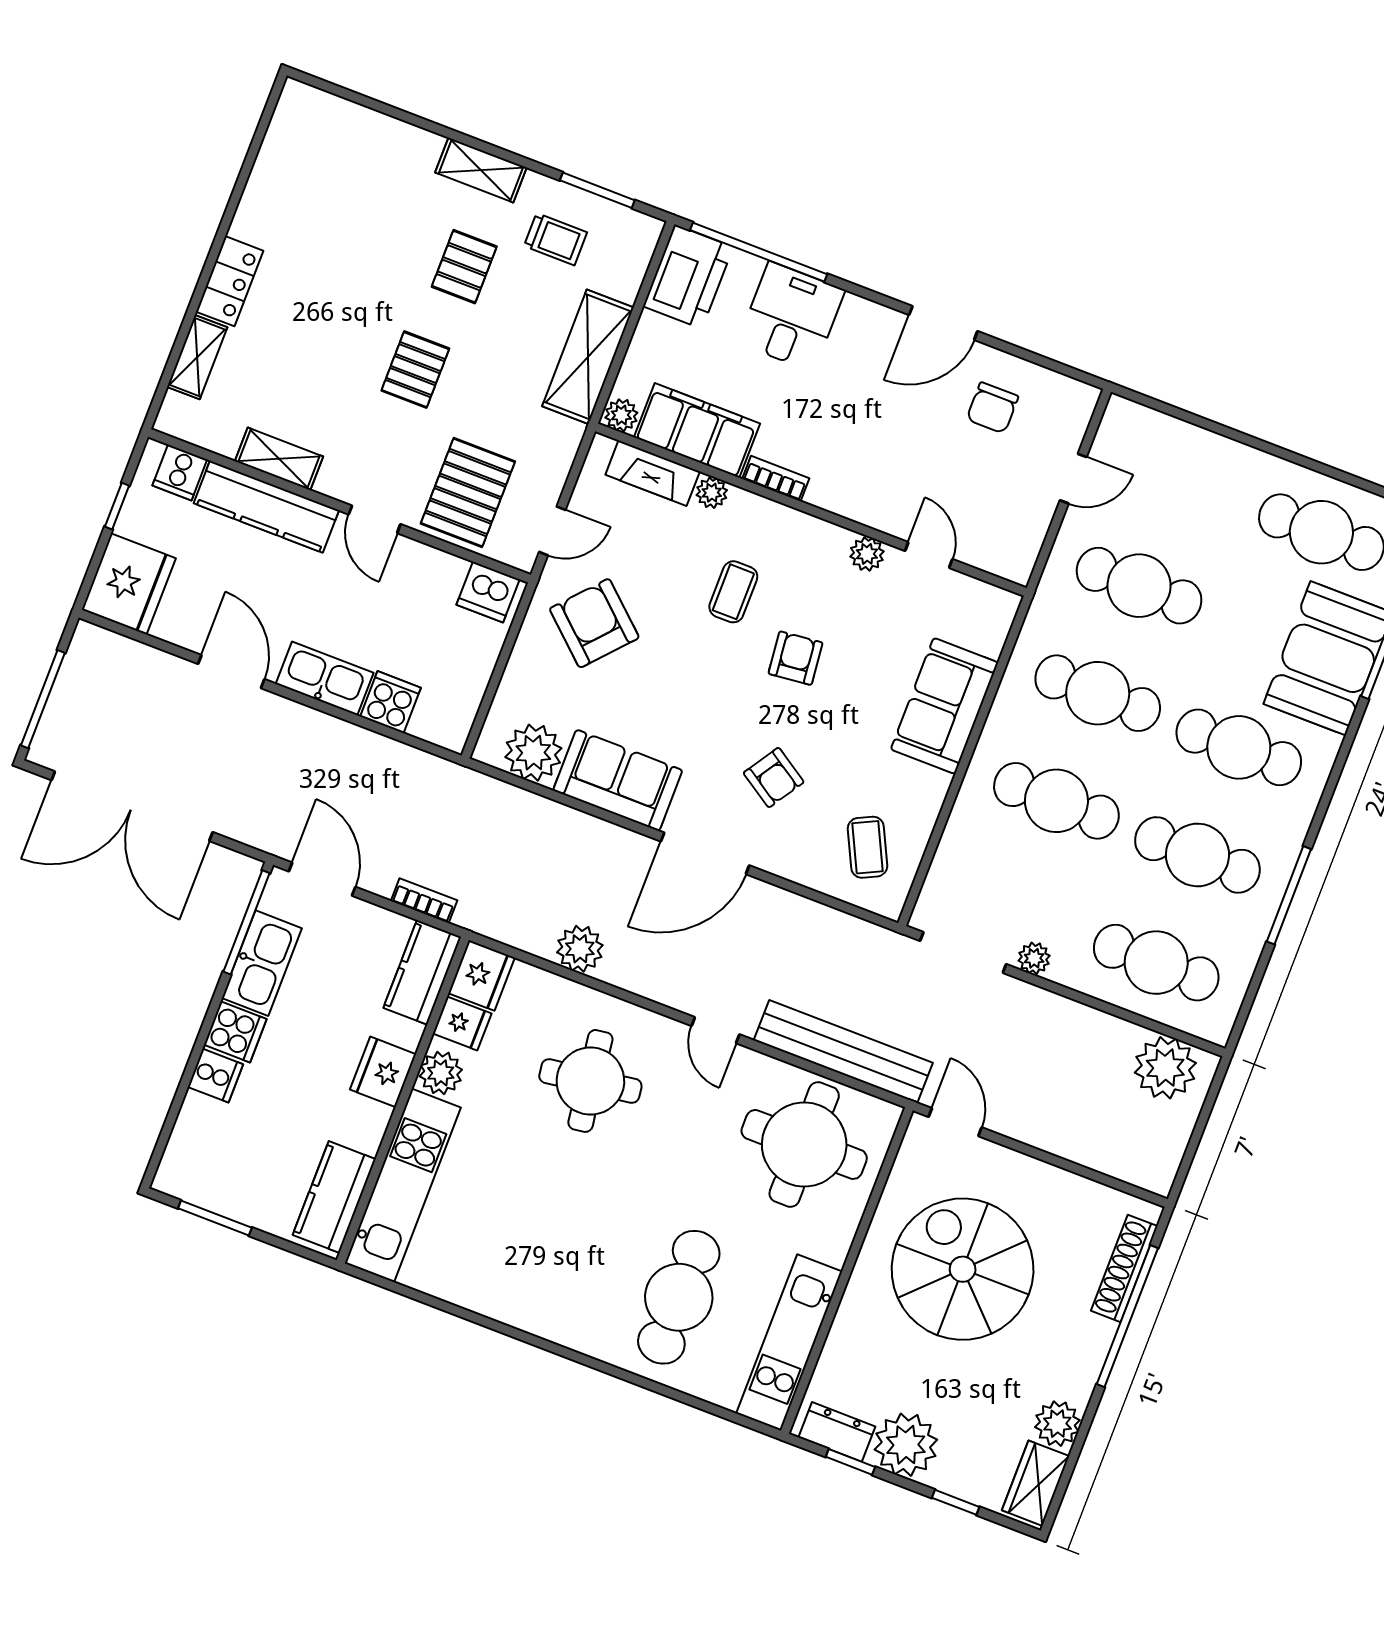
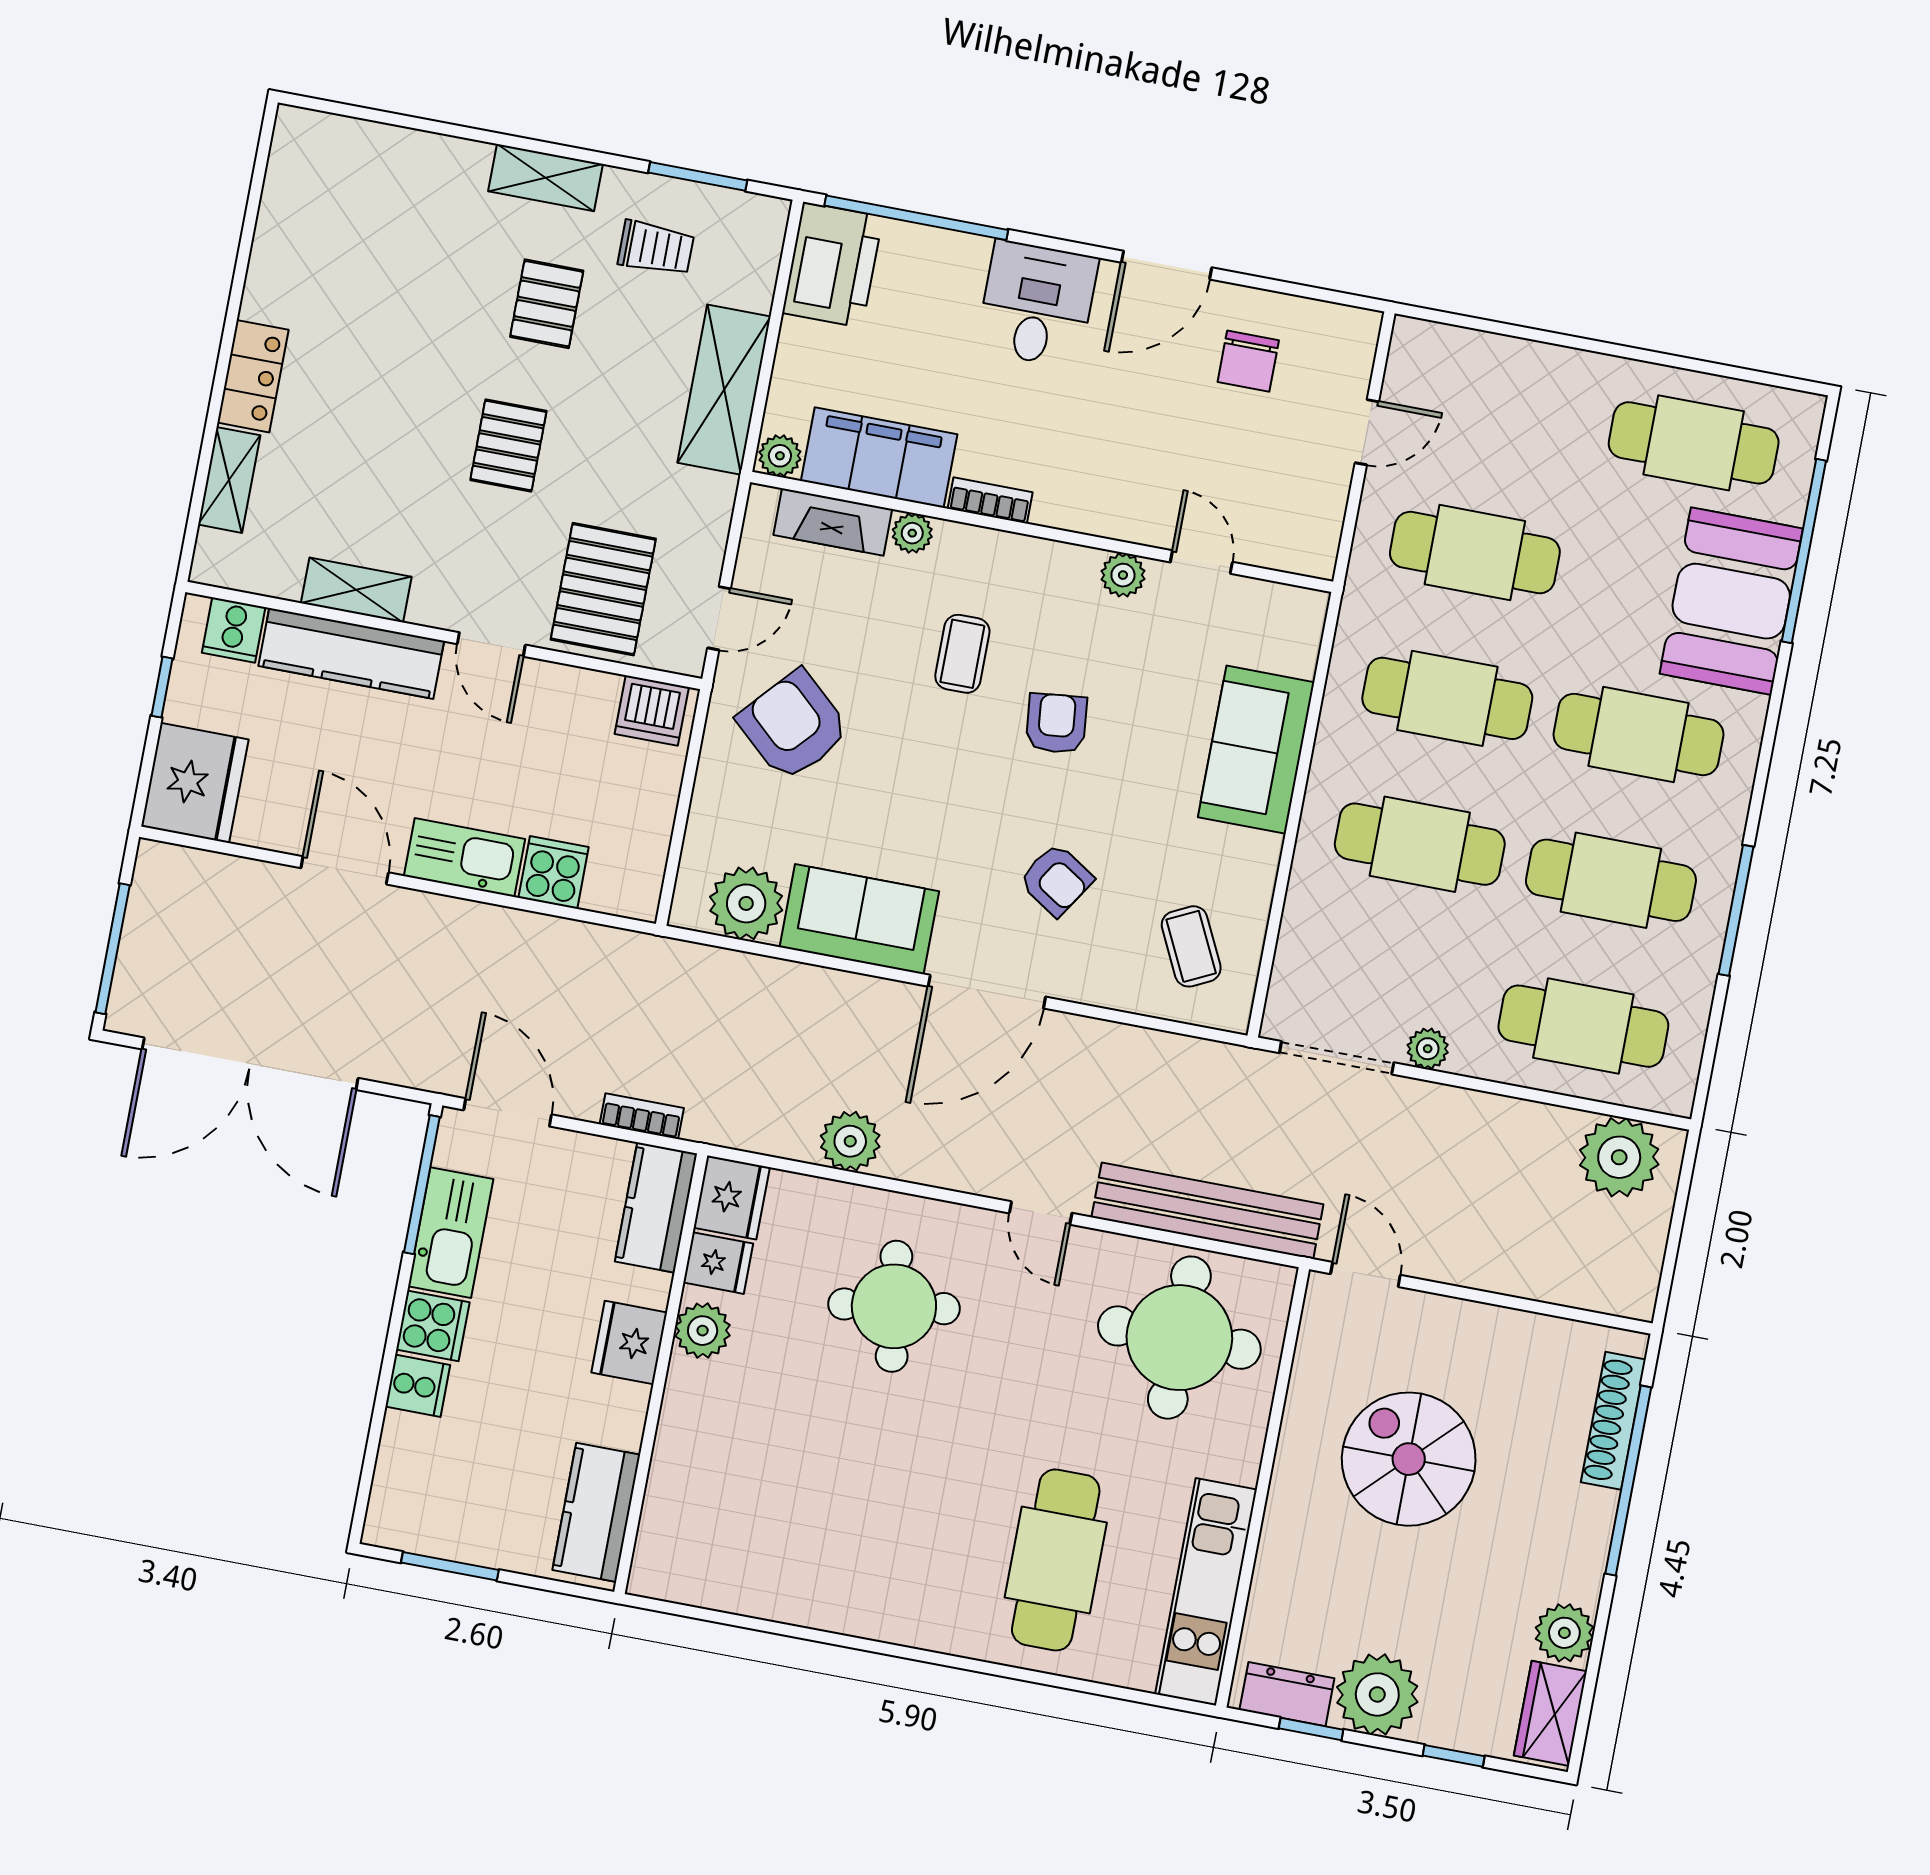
desk: (791, 317) -> (1037, 304), moved
kitchen unit: (403, 1185) -> (680, 1482), removed
spiral stairs: (963, 1269) -> (1409, 1459), width x0.73, depth x0.73

